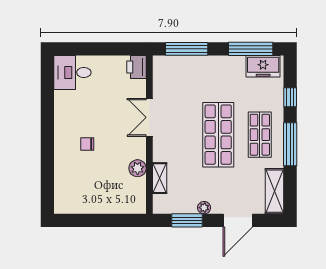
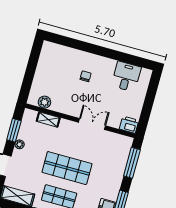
desk: (72, 72) -> (126, 77), moved
plant: (138, 168) -> (44, 102), moved

